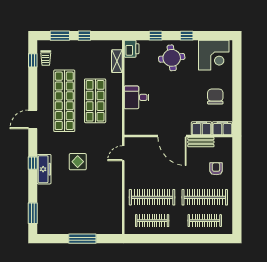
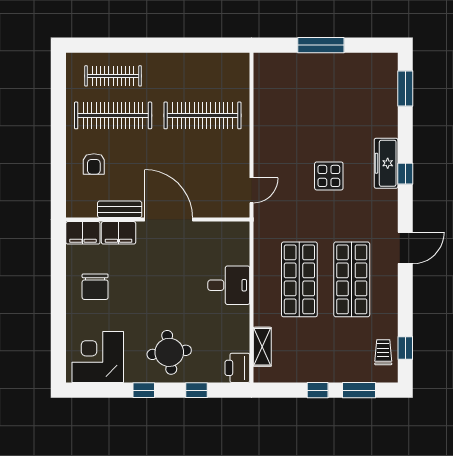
shop shelf: (64, 101) -> (352, 279), width x0.71
clothes rail: (152, 221) -> (202, 76), removed

